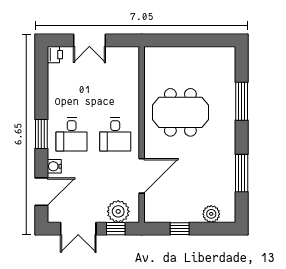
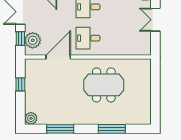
meeting table: (180, 112) -> (104, 85), turned 90
door: (142, 176) -> (58, 57), swing flipped
plant: (211, 214) -> (31, 118), moved

